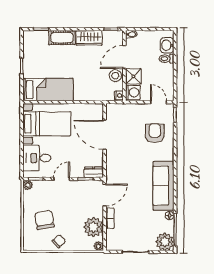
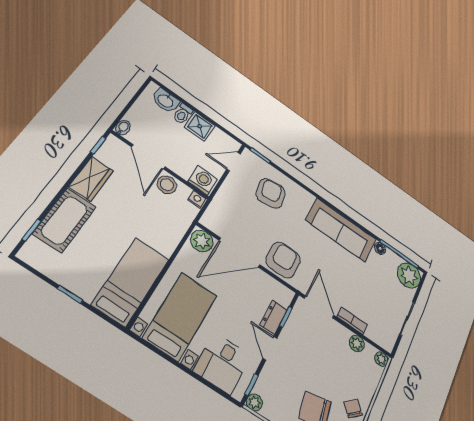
cot: (62, 38) -> (65, 220), width x1.37, depth x1.34
shower: (133, 76) -> (200, 126), moved
plant: (96, 112) -> (202, 241), added
armchair: (155, 133) -> (271, 193), turned 80
armchair: (118, 161) -> (283, 260), added
dresser: (94, 172) -> (274, 317), moved
plant: (93, 227) -> (357, 343), width x0.53, depth x0.53

